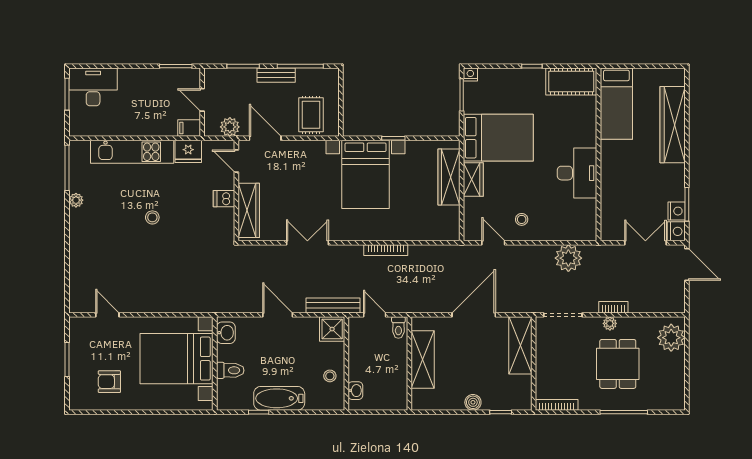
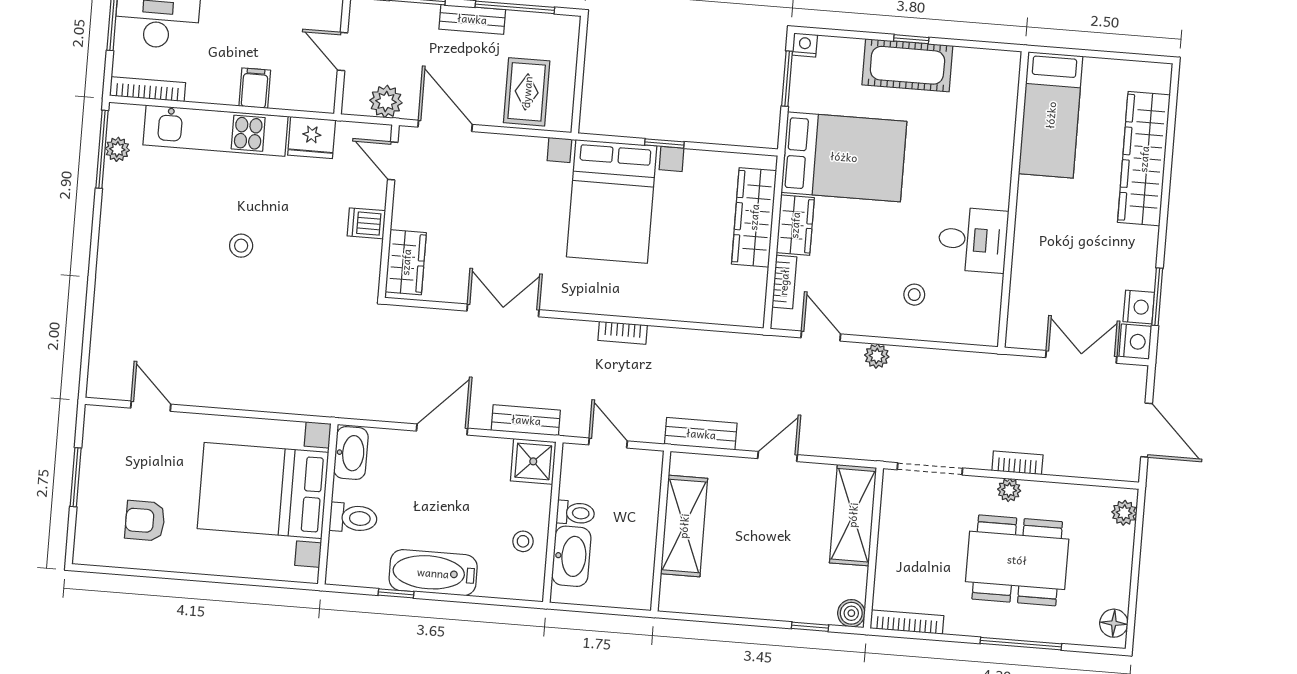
cot: (571, 82) -> (907, 65), moved
filing cabinet: (189, 128) -> (255, 88), moved, turned 90
bookcase: (91, 131) -> (147, 89), added
desk: (577, 173) -> (973, 240), width x0.73
plant: (76, 200) -> (117, 149), moved
wardrobe: (249, 210) -> (406, 262), width x0.67
bookcase: (469, 213) -> (784, 282), added
stool: (522, 219) -> (914, 295), moved
bookcase: (386, 250) -> (623, 333), width x0.64
plant: (568, 258) -> (877, 356), moved, width x0.53, depth x0.53
door: (687, 265) -> (1147, 430), moved
bench: (428, 305) -> (701, 434), added
bench: (333, 306) -> (526, 420), width x0.73
door: (278, 315) -> (442, 430), hinge flipped
door: (474, 315) -> (777, 457), width x0.53
toilet: (398, 328) -> (575, 513), moved, turned -90
washbasin: (226, 333) -> (351, 453), width x1.38
plant: (671, 338) -> (1124, 513), width x0.53, depth x0.53
dining table: (618, 364) -> (1017, 560), width x1.38
washbasin: (355, 391) -> (571, 556), width x1.91, depth x1.45
floor lamp: (677, 396) -> (1114, 623), added
boiler: (473, 402) -> (851, 613), moved

